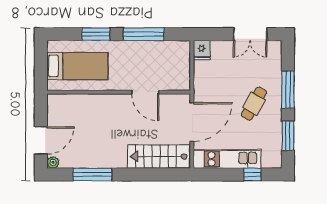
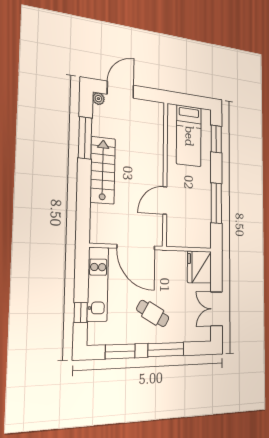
window: (96, 34) -> (216, 139), moved
fridge: (202, 50) -> (199, 267), width x1.88, depth x1.34
door: (41, 140) -> (121, 90), swing flipped
stairs: (159, 157) -> (103, 170), moved

